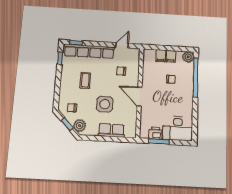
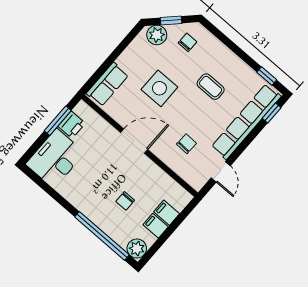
row of seats: (111, 130) -> (108, 84), moved

